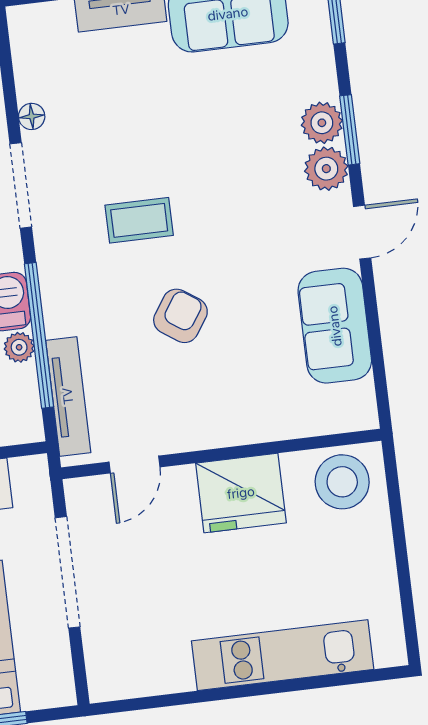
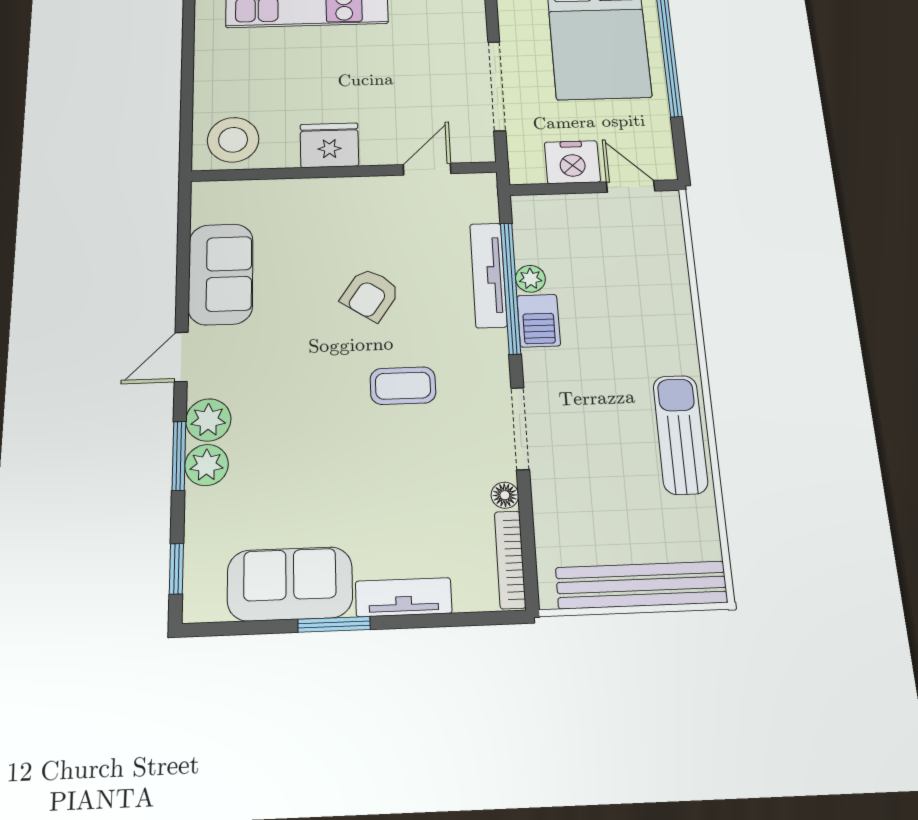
bookcase: (23, 54) -> (510, 560), added
tv unit: (68, 396) -> (488, 275), moved
fridge: (241, 493) -> (329, 145), width x0.73, depth x0.75

